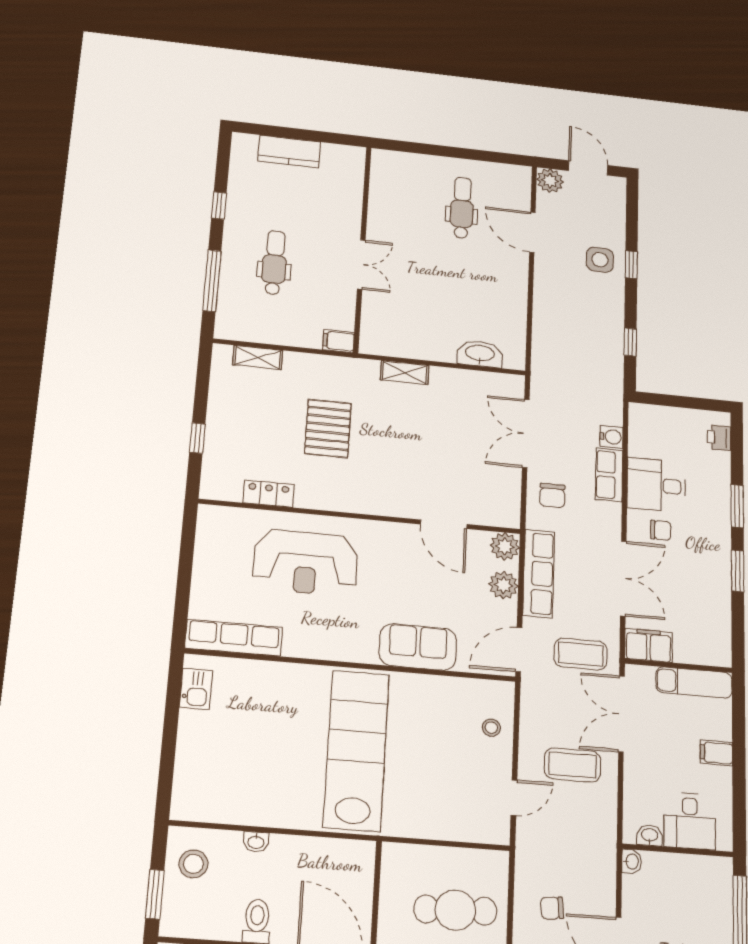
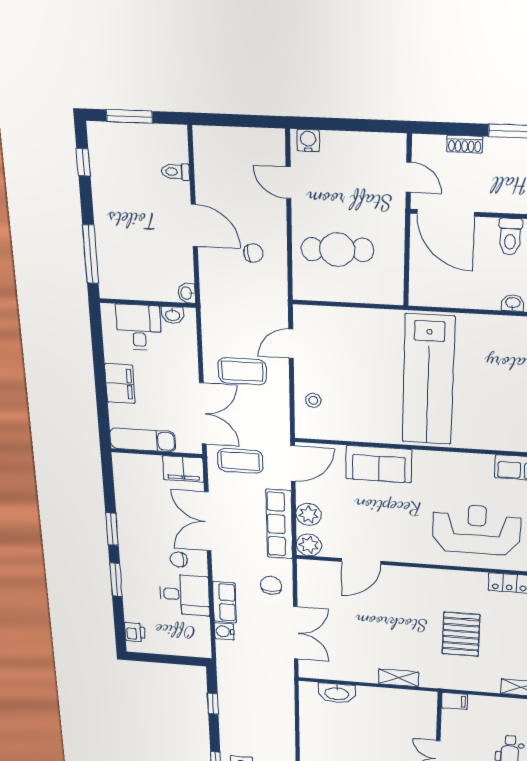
door: (444, 524) -> (361, 561), swing flipped
filing cabinet: (716, 753) -> (120, 384), width x2.00

